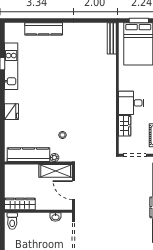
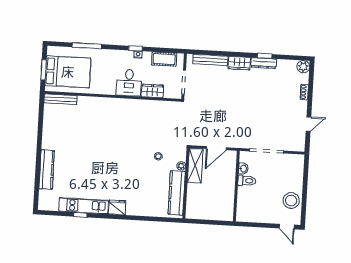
fridge: (11, 112) -> (117, 207), moved
wardrobe: (20, 204) -> (228, 205), removed
toilet: (12, 221) -> (247, 181), moved

